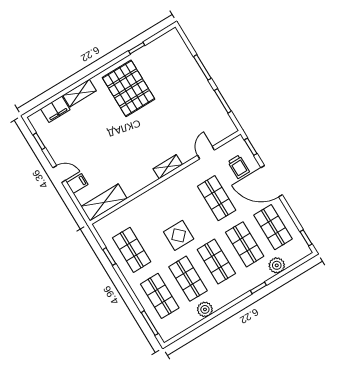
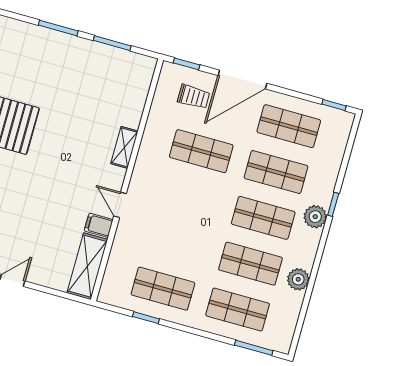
door: (206, 153) -> (120, 205), moved
shelving: (168, 167) -> (124, 147), moved
filing cabinet: (77, 184) -> (99, 225), moved, turned -90
display table: (179, 235) -> (198, 227), removed
plant: (277, 265) -> (315, 217), moved

